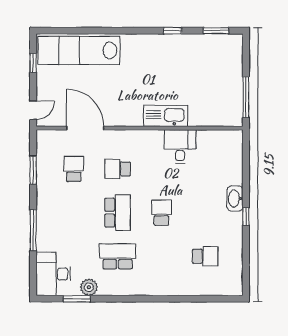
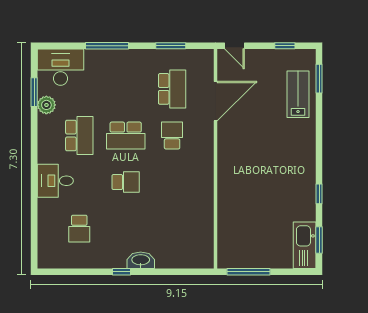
window: (64, 31) -> (319, 79), added
lab bench: (79, 50) -> (298, 94), width x0.54, depth x0.72
kitchen sink: (165, 116) -> (305, 245), moved, turned 180
desk: (180, 146) -> (55, 181), moved, turned 180
school desk: (74, 169) -> (172, 89), width x1.85

